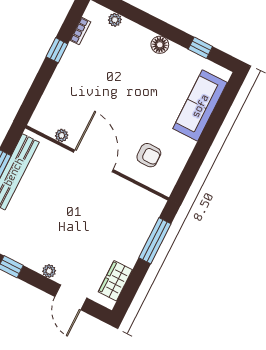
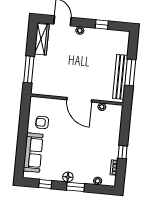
window: (154, 24) -> (76, 187), added
armchair: (149, 155) -> (42, 122), moved
wardrobe: (115, 281) -> (42, 39), width x1.50

